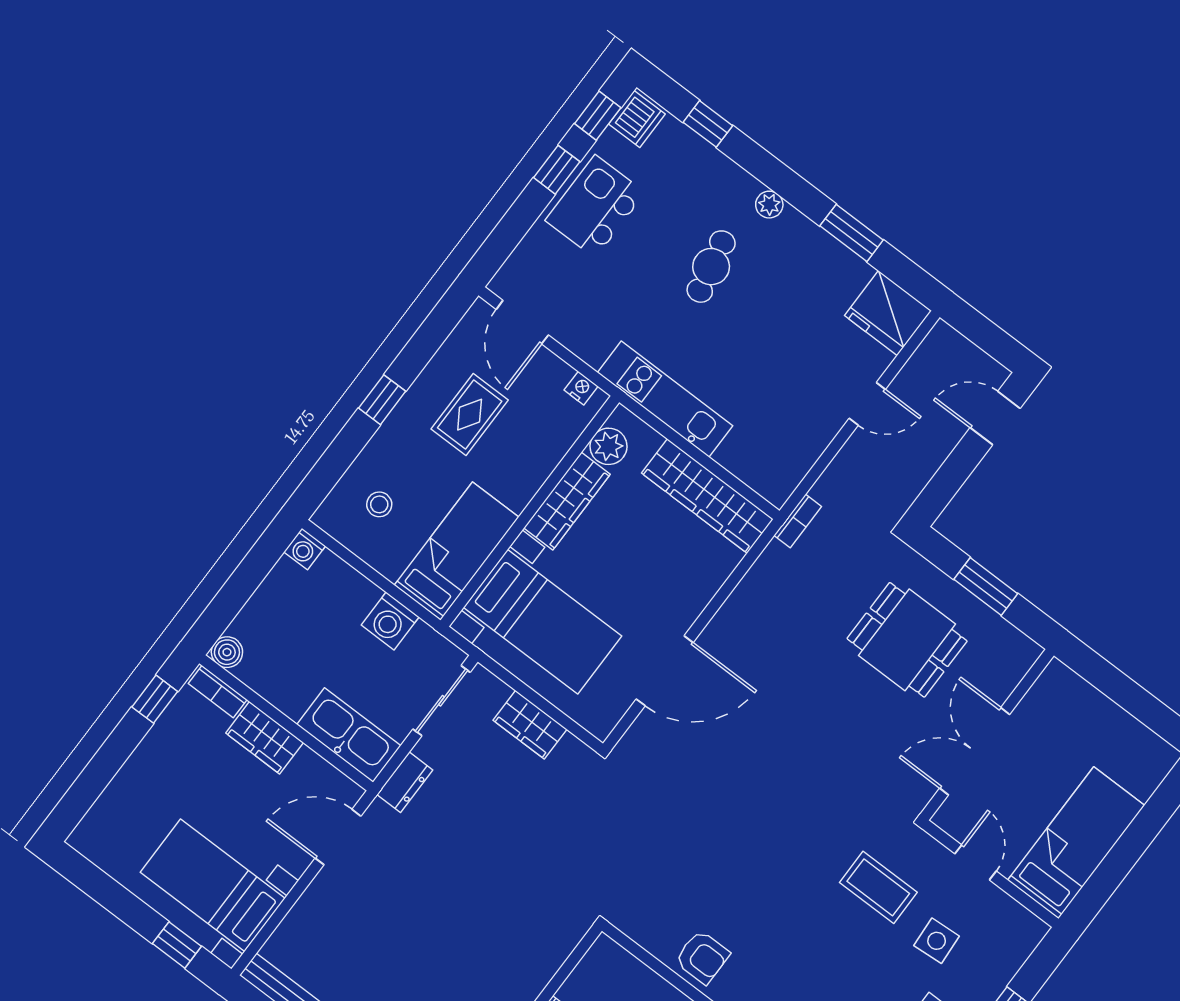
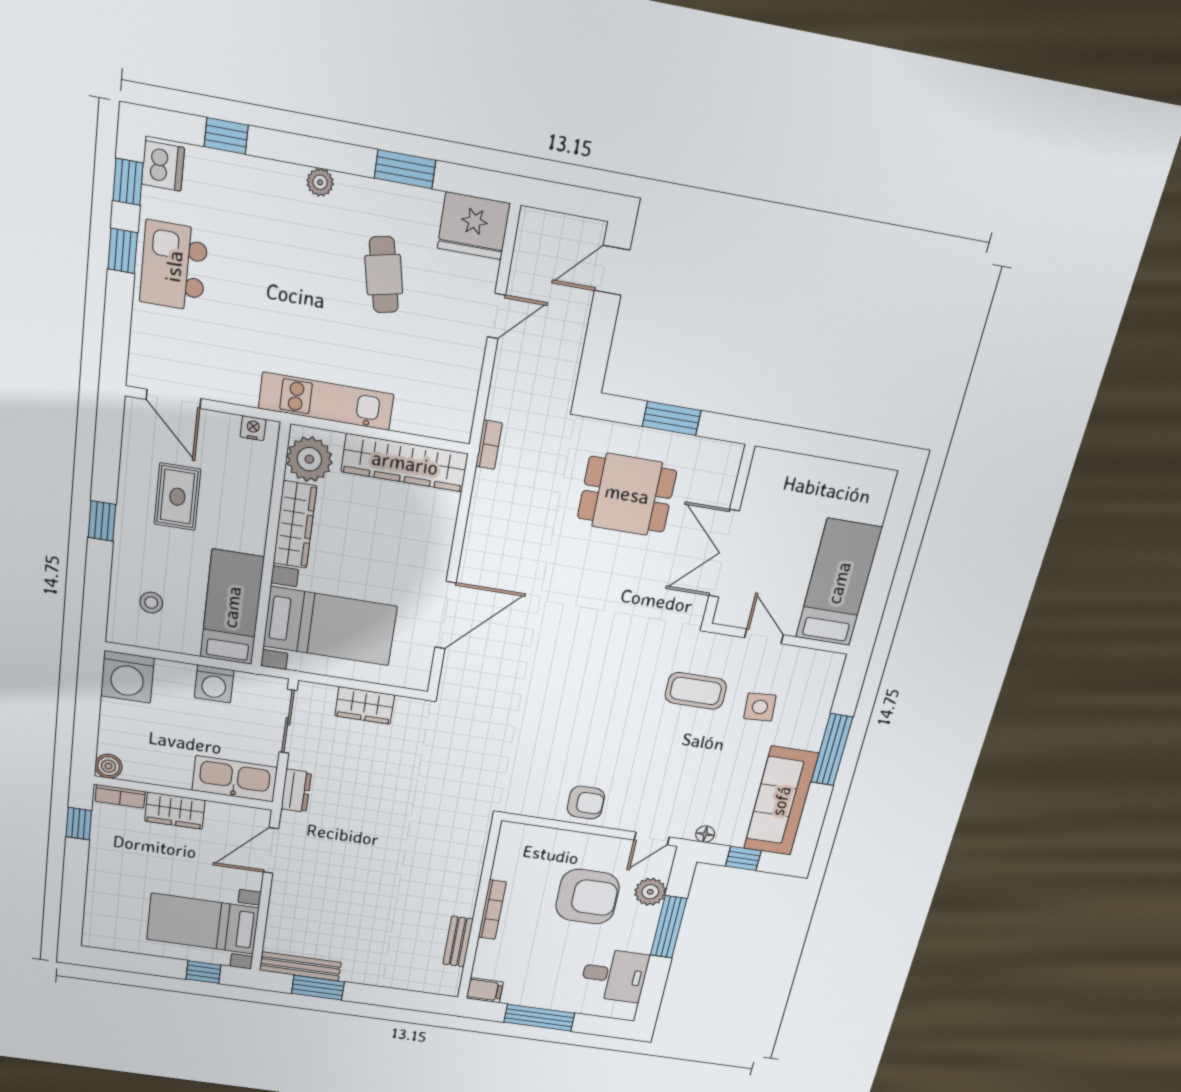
cafe table: (711, 267) -> (384, 275), moved
plant: (608, 446) -> (309, 459), width x1.36, depth x1.36
washing machine: (305, 549) -> (127, 677), width x1.89, depth x1.89

